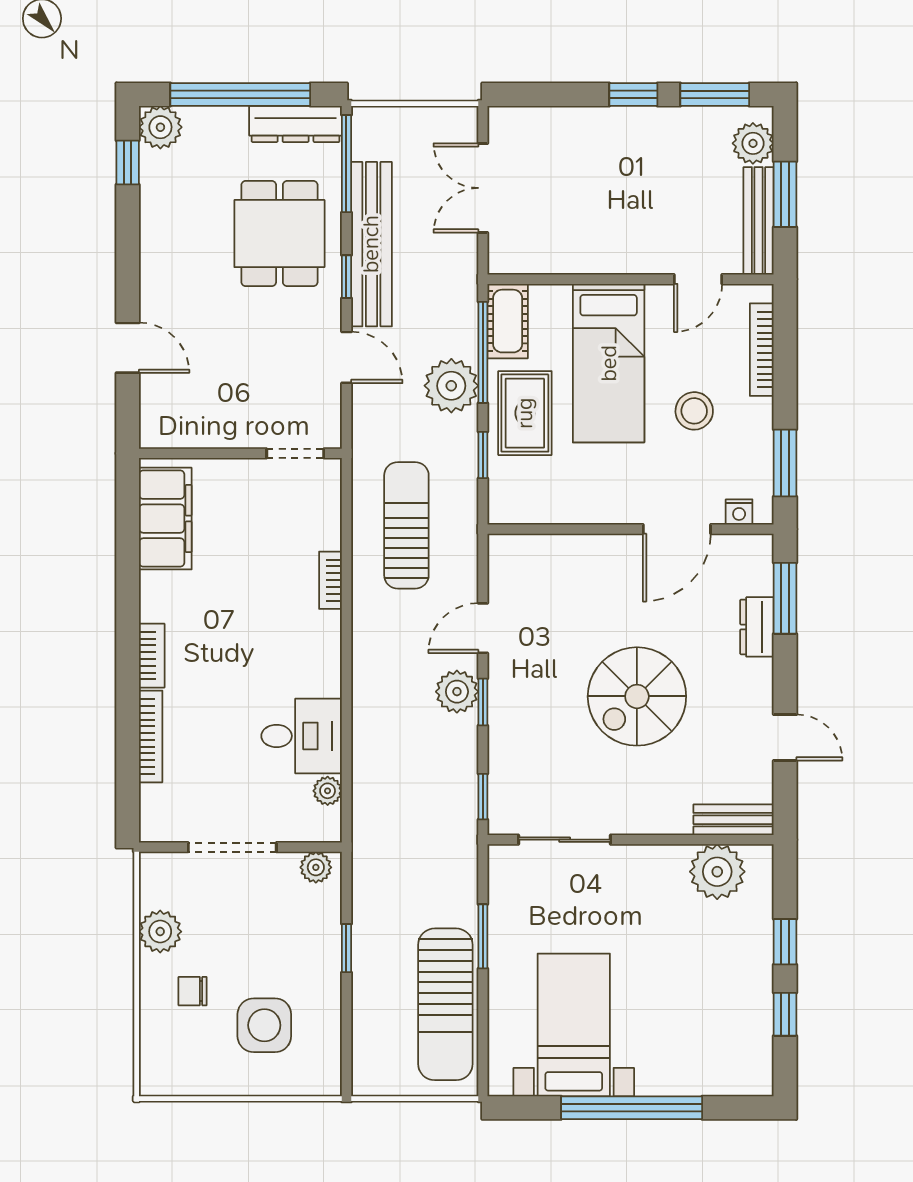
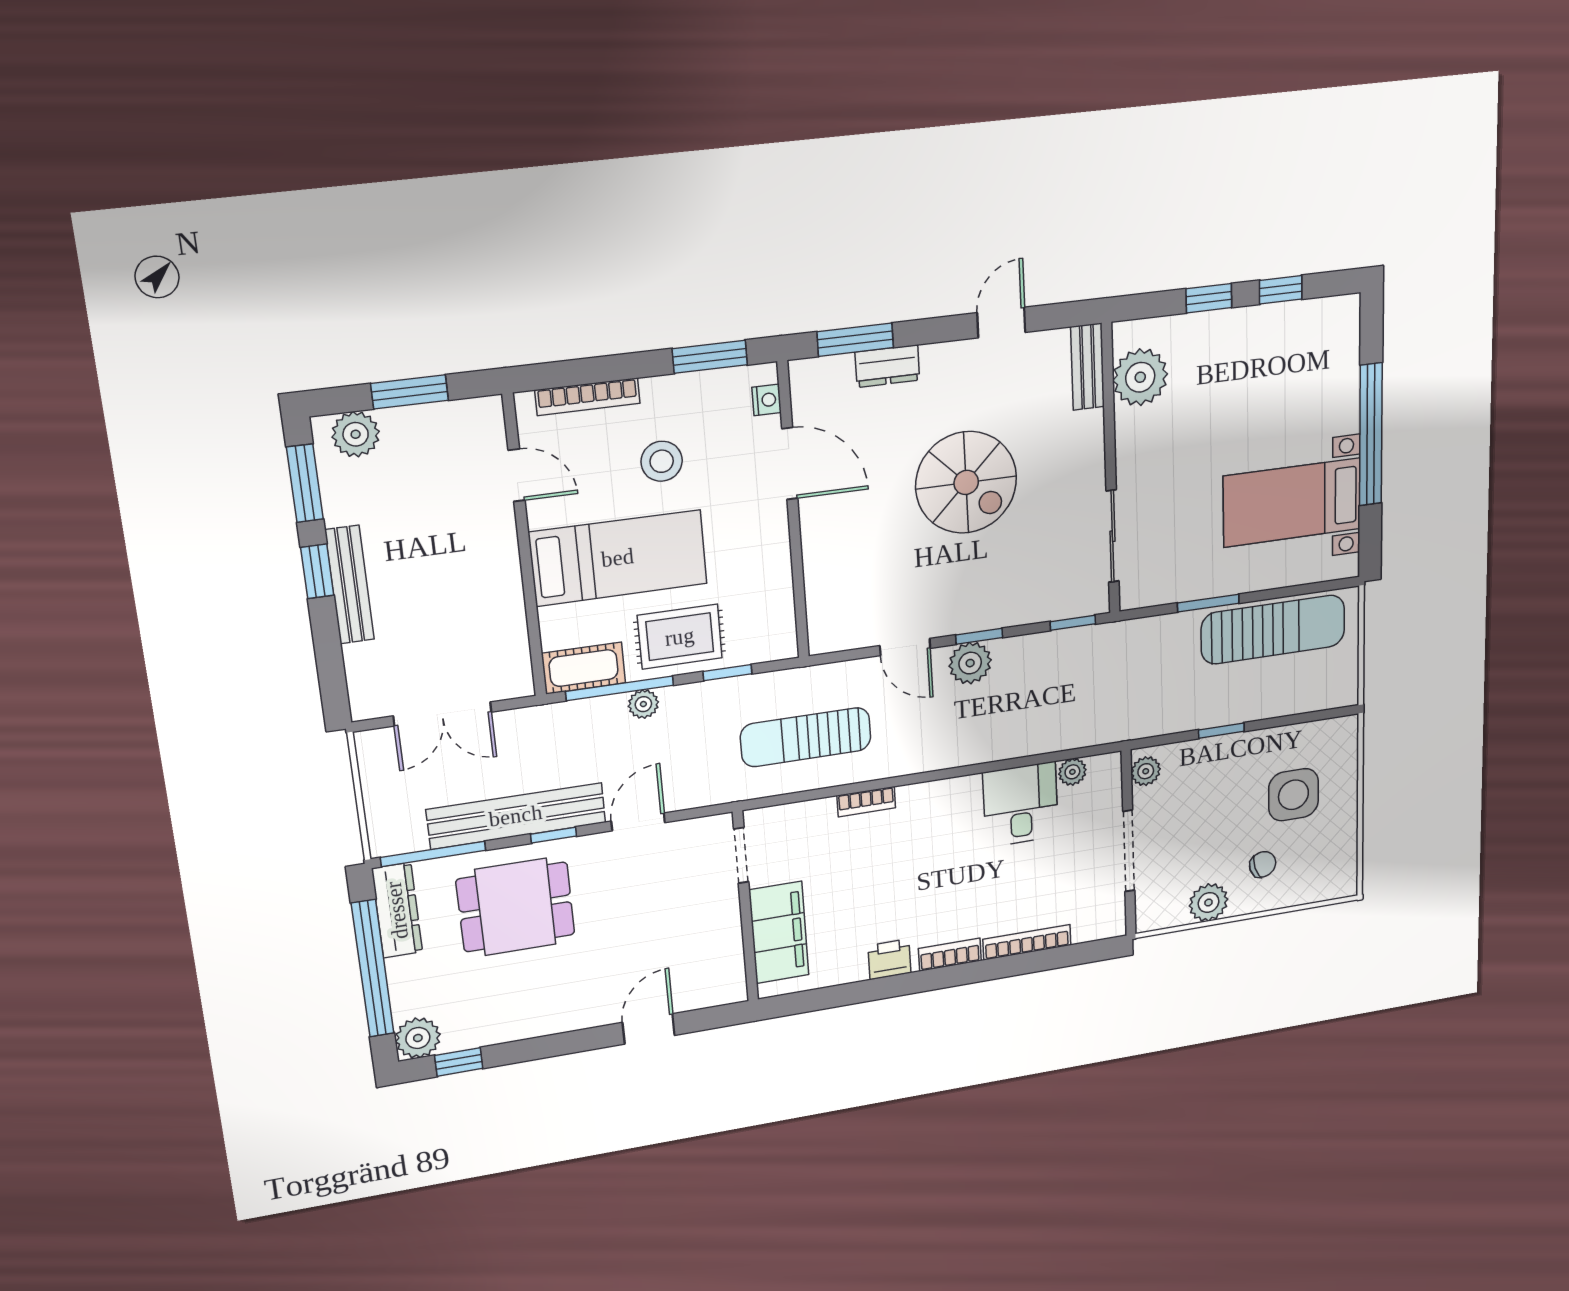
bench: (759, 221) -> (350, 585), moved, turned 90
plant: (451, 386) -> (643, 704), width x0.53, depth x0.53
filing cabinet: (165, 519) -> (779, 933), moved, turned 90
printer: (158, 593) -> (889, 959), added
chair: (193, 991) -> (1263, 864), turned -107

